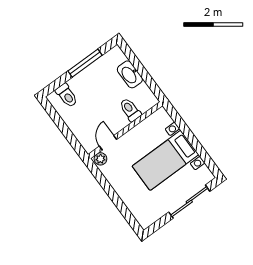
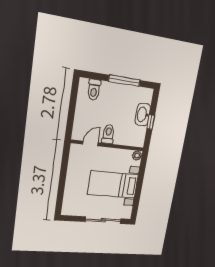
window: (144, 74) -> (151, 122), added
toilet: (130, 110) -> (108, 134), moved
plant: (100, 159) -> (137, 155), moved

